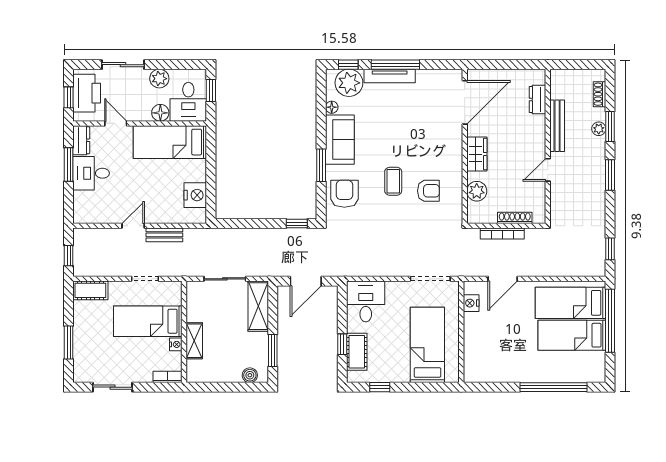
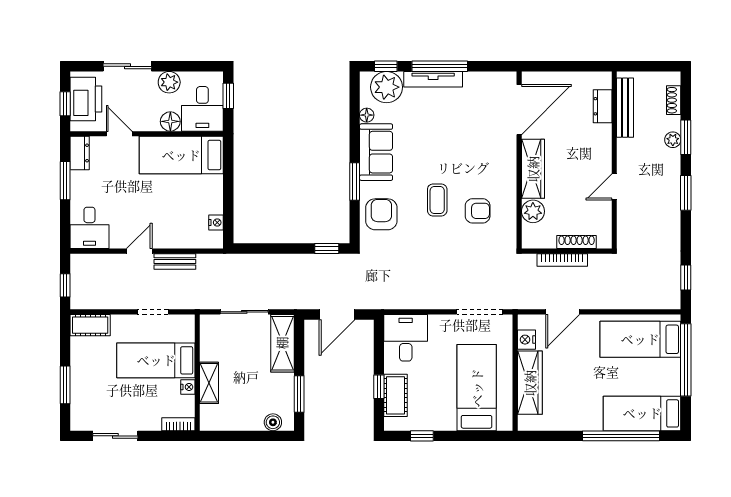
bench: (557, 126) -> (625, 108), moved
wardrobe: (477, 154) -> (533, 169), width x1.50
desk: (91, 173) -> (89, 228), moved, turned -90
nightstand: (195, 195) -> (216, 223), width x0.53, depth x0.56
bed: (572, 335) -> (642, 413), moved
wardrobe: (474, 341) -> (530, 383), added

